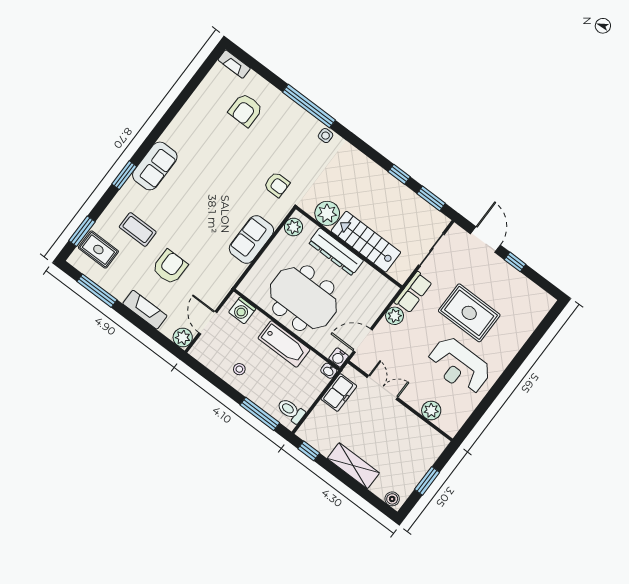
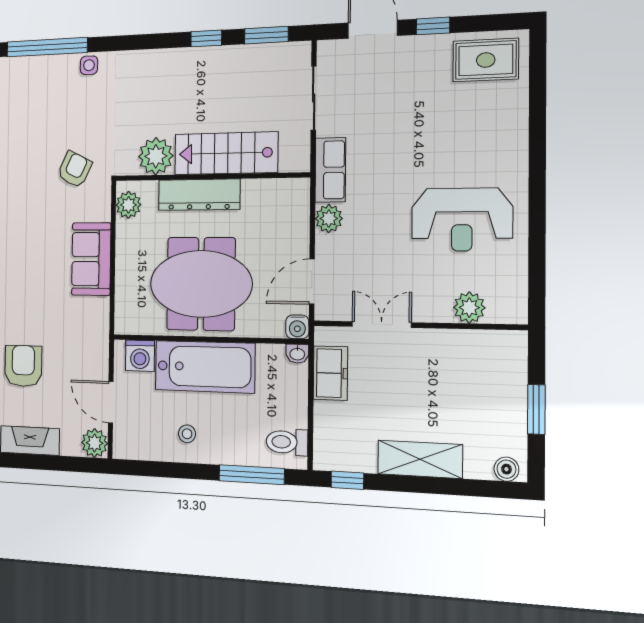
armchair: (277, 185) -> (75, 169), turned -64
rug: (469, 313) -> (486, 60), moved, width x0.73, depth x0.70
bathtub: (284, 344) -> (205, 367), width x1.36, depth x1.36

